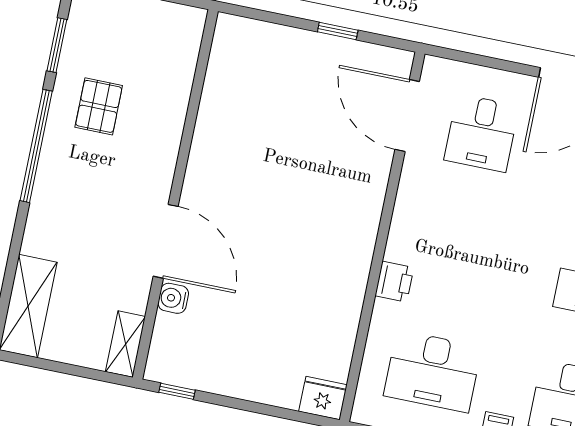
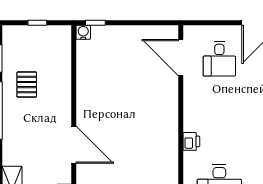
window: (338, 31) -> (95, 23), moved
water cooler: (173, 298) -> (83, 32), moved, turned 90

